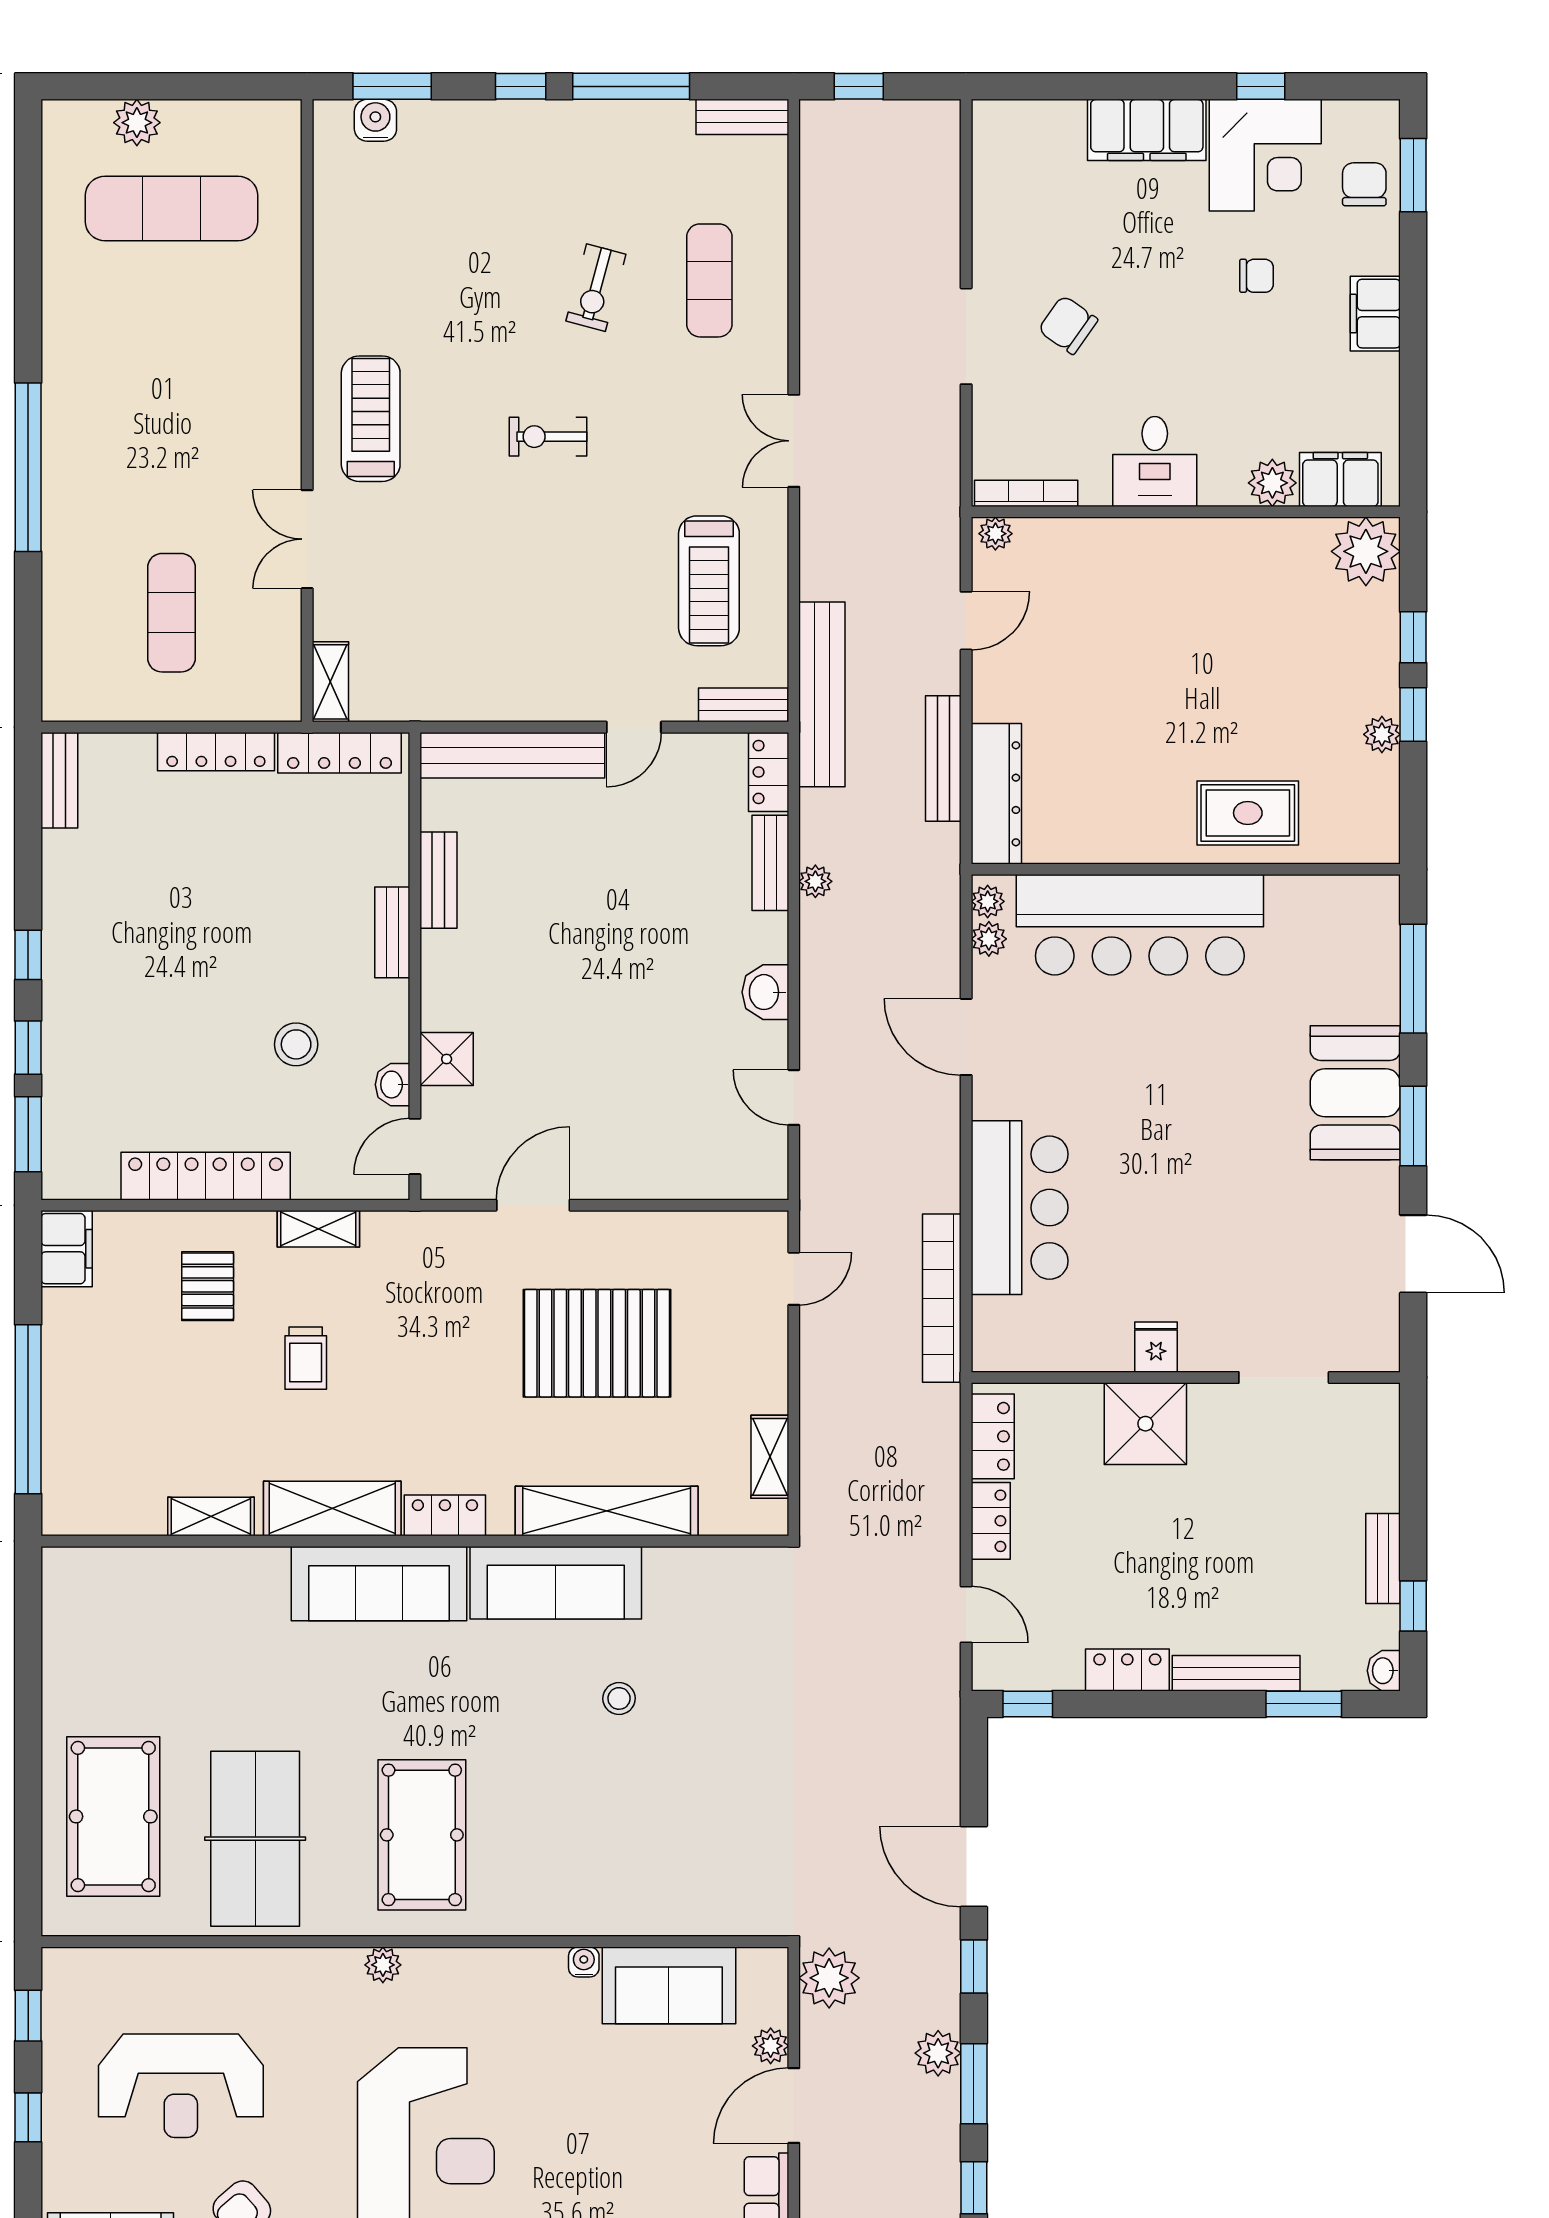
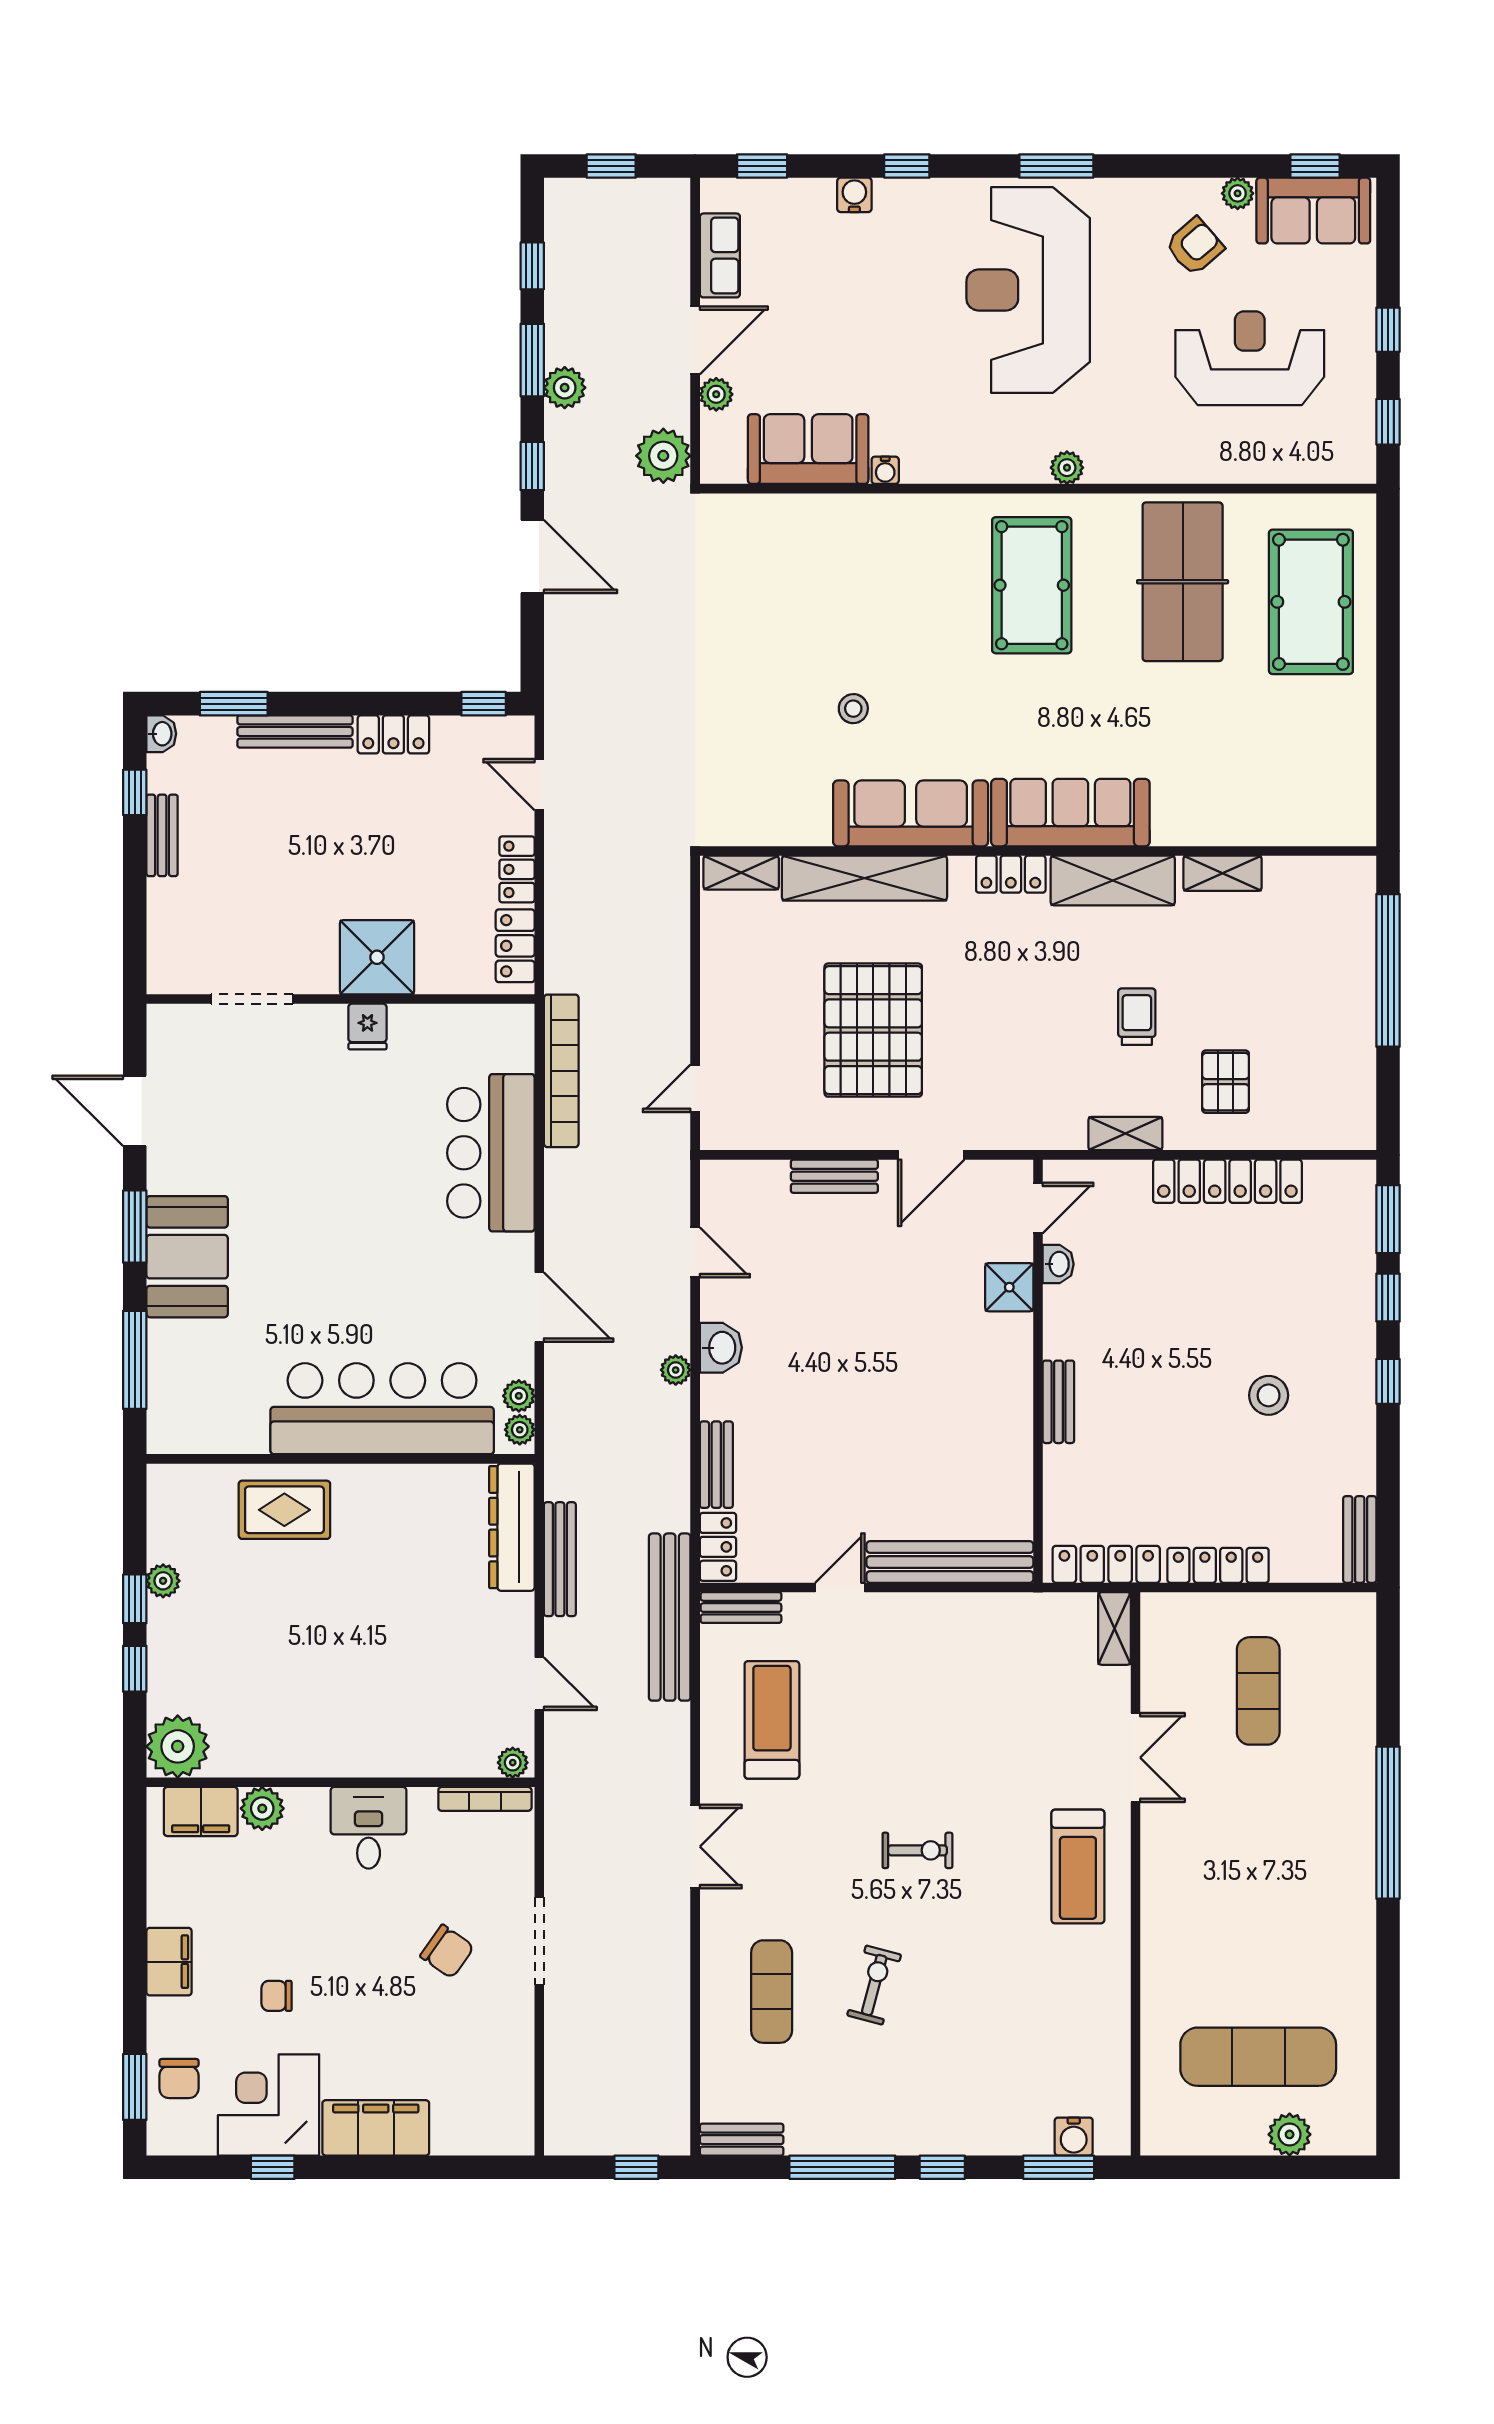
door: (966, 621) -> (539, 1684), swing flipped
bench: (438, 880) -> (834, 1176), moved, turned 90
plant: (815, 881) -> (676, 1370), moved
stool: (296, 1044) -> (1269, 1395), moved
filing cabinet: (67, 1249) -> (1353, 1116), removed
pallet: (597, 1343) -> (873, 1030), turned 90
shelving: (770, 1457) -> (741, 873), moved, turned 90

